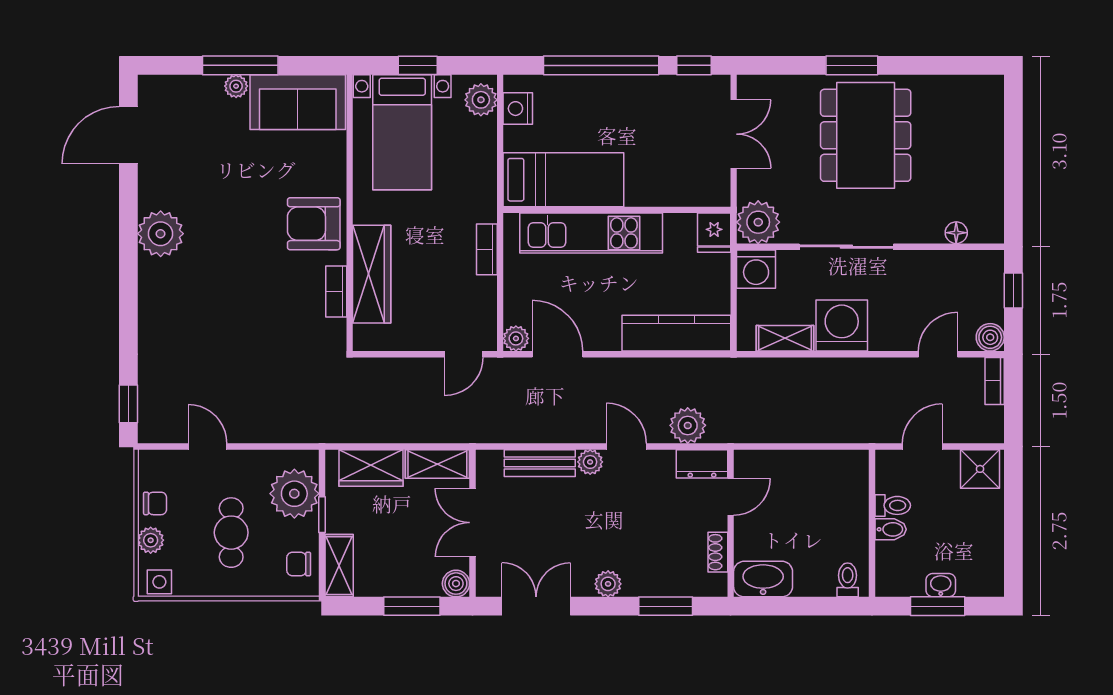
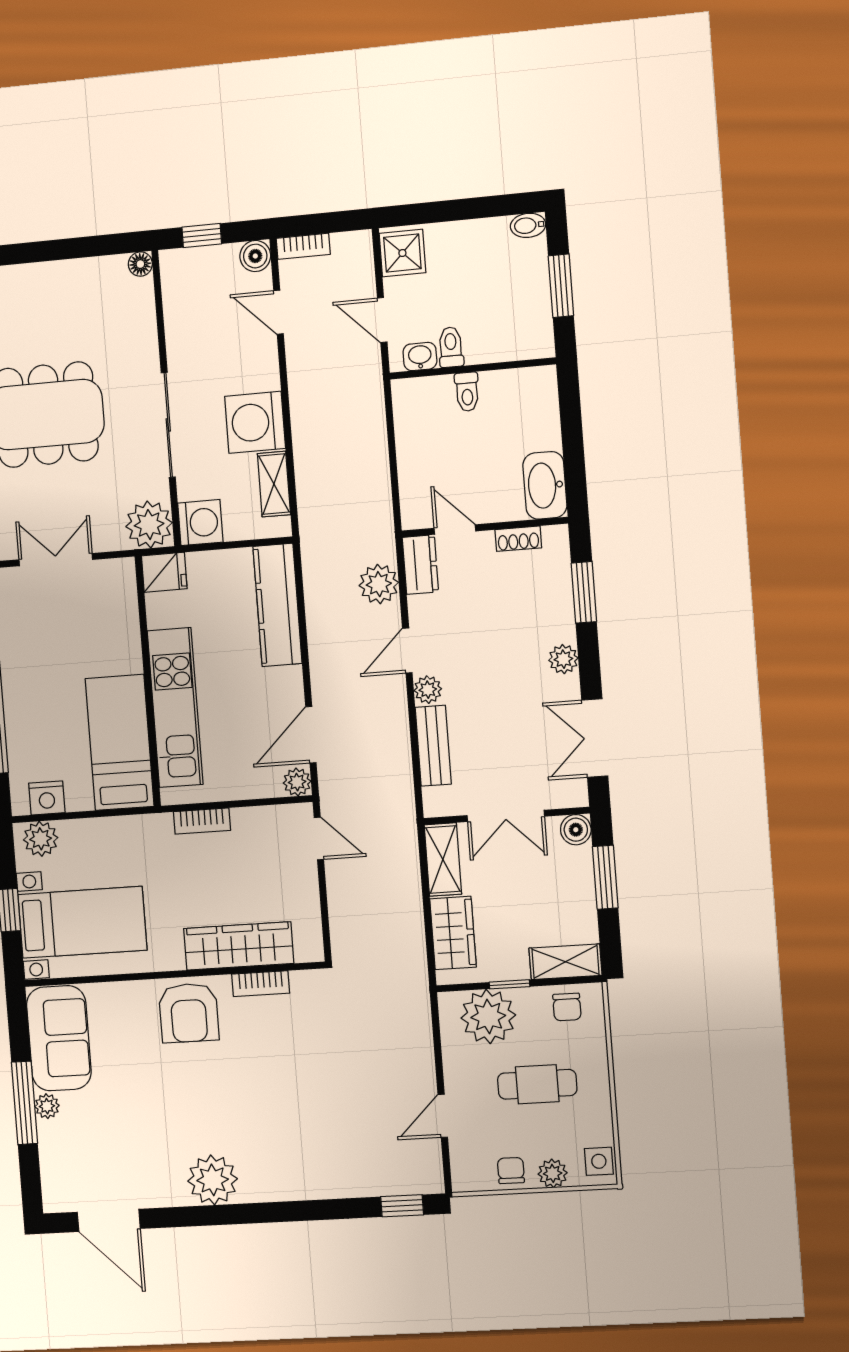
floor lamp: (956, 233) -> (140, 264), moved
bidet: (891, 529) -> (528, 225), moved, turned -90
toilet: (848, 580) -> (467, 392), moved, turned -90
washbasin: (941, 585) -> (420, 356), moved, turned 90

